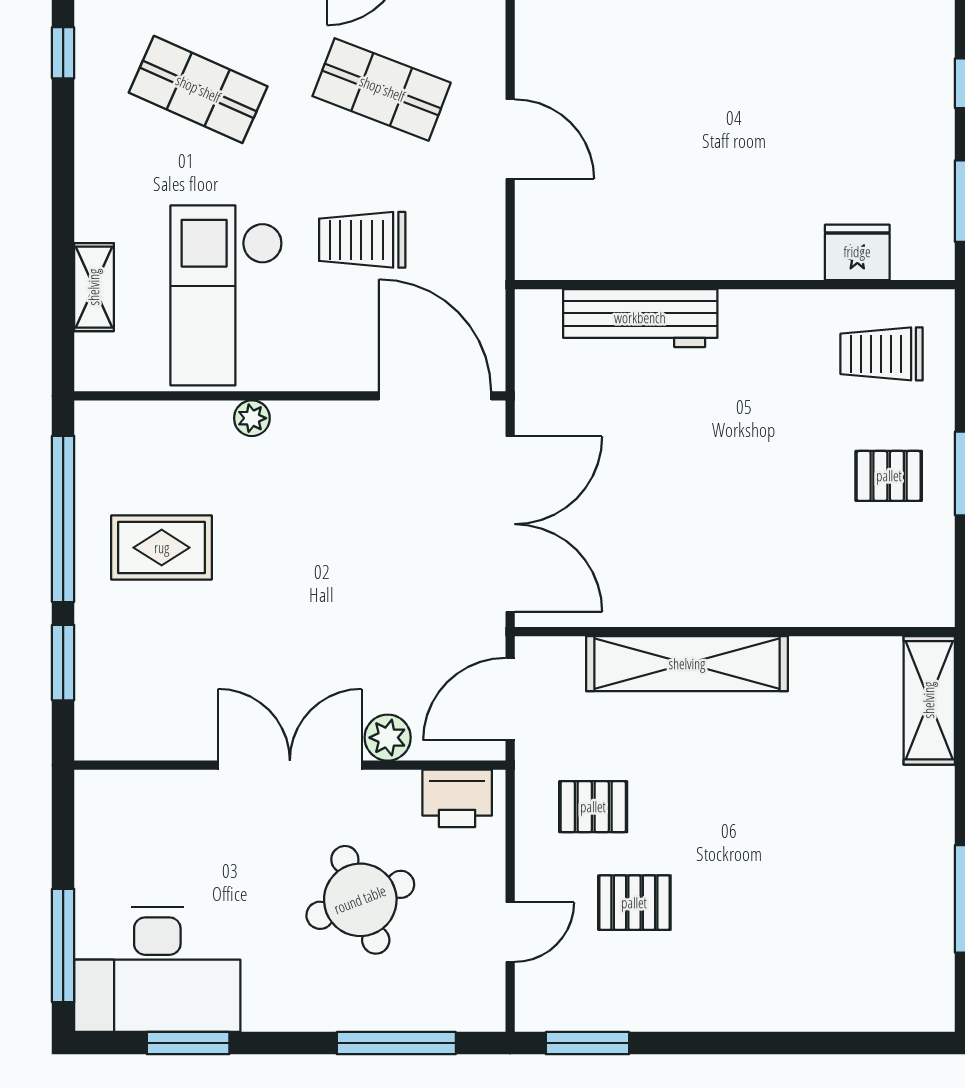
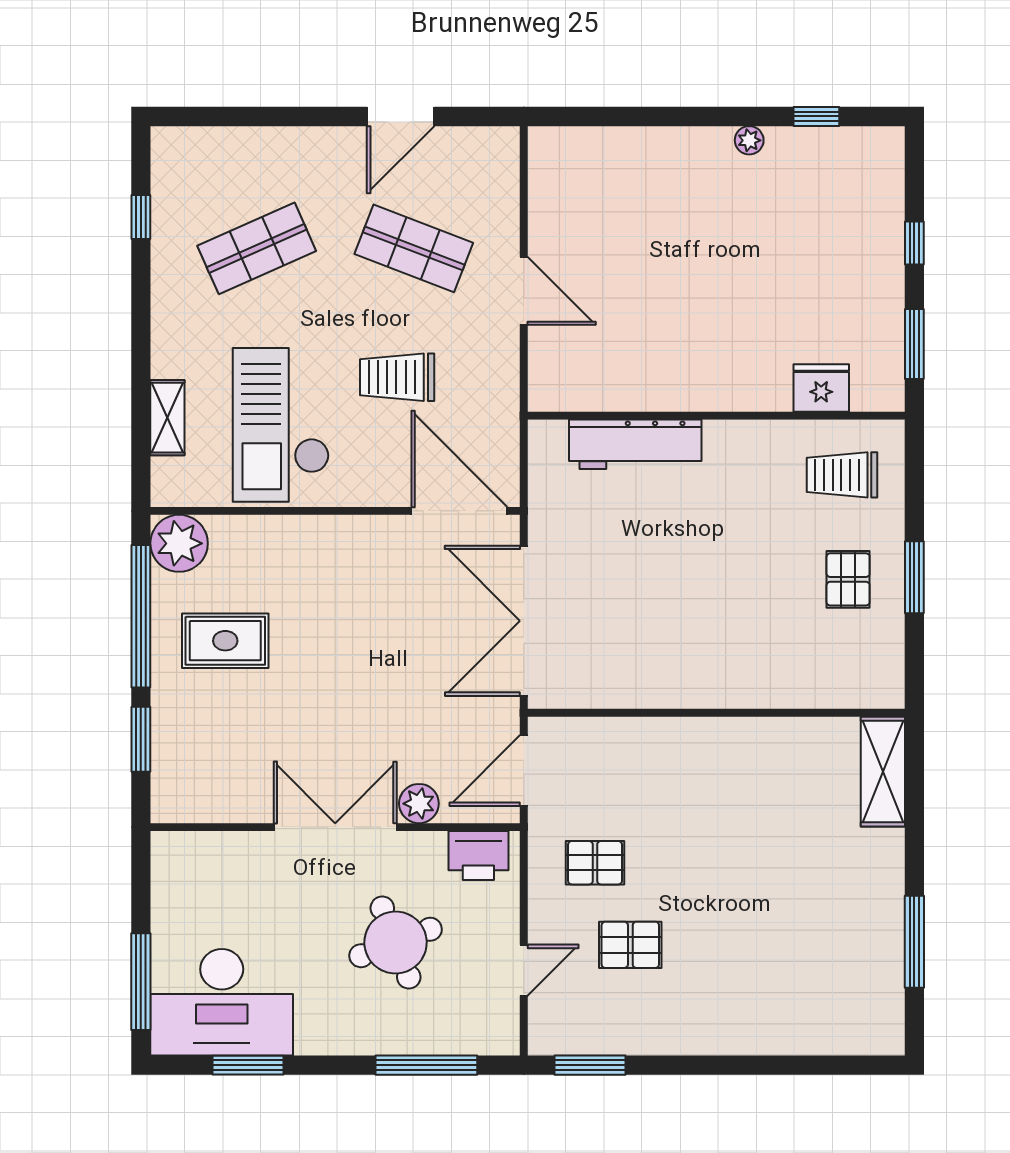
shop shelf: (198, 89) -> (257, 248), turned -48
plant: (252, 418) -> (179, 543), moved, width x1.88, depth x1.88
pallet: (889, 476) -> (848, 579), turned 90
double door: (510, 524) -> (524, 621), swing flipped
shelving: (687, 664) -> (675, 740), removed

